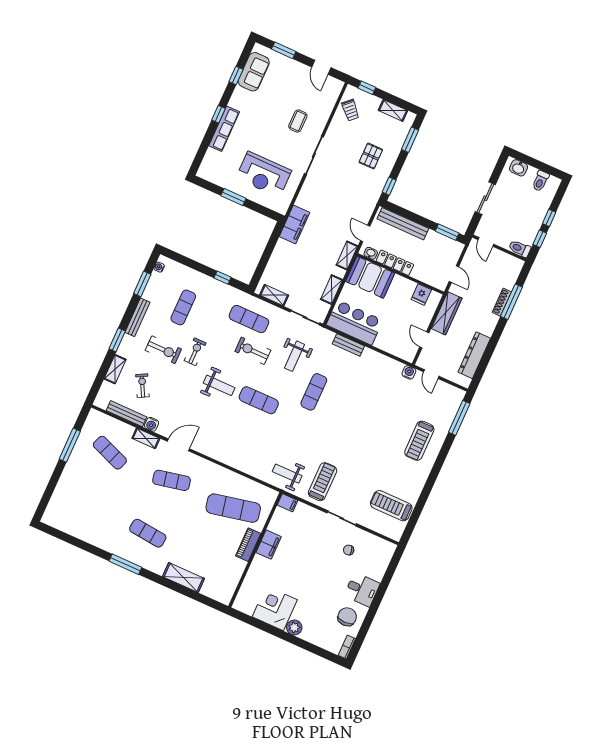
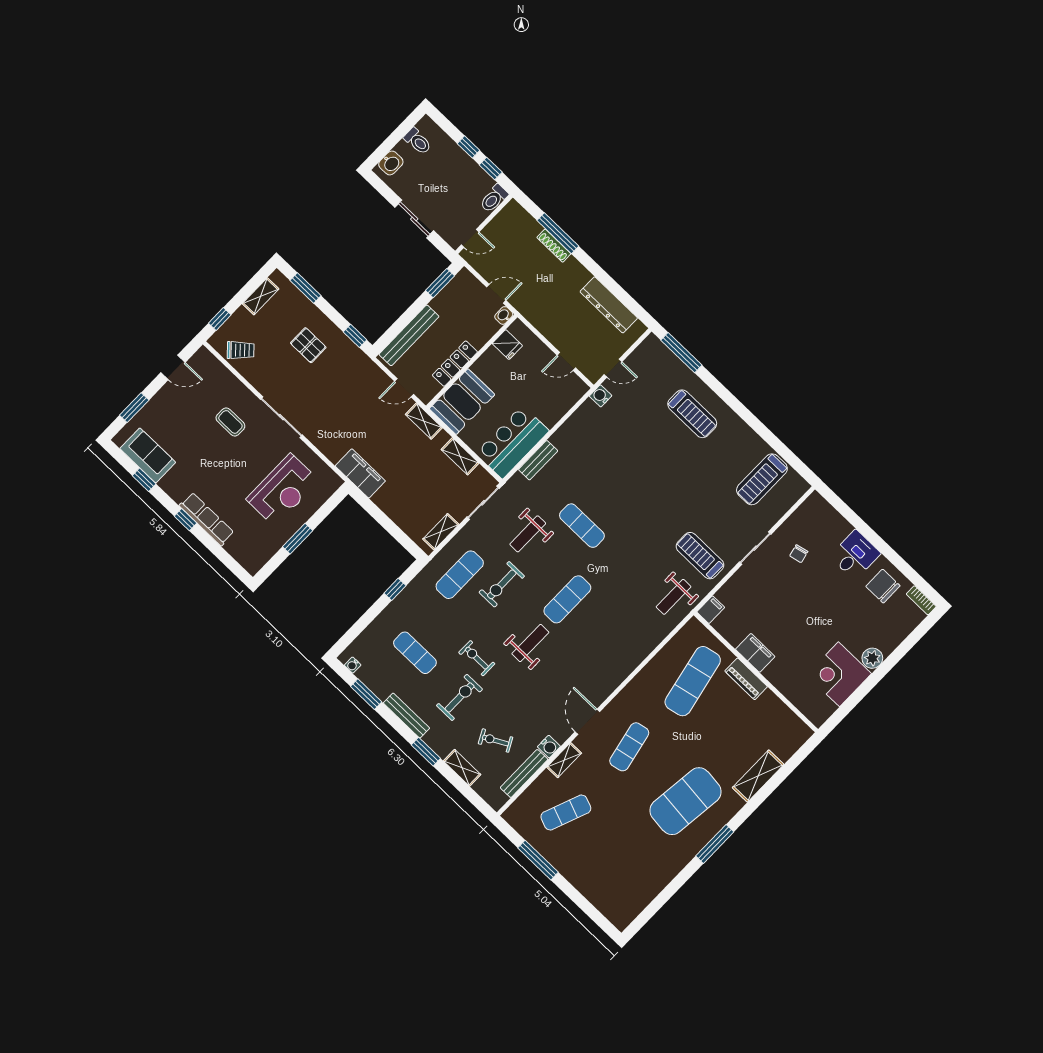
washbasin: (371, 253) -> (504, 315), moved
wardrobe: (447, 313) -> (543, 321), removed
weight bench: (294, 356) -> (528, 534), turned 90
exercise mat: (148, 533) -> (685, 801), width x2.00, depth x1.45

